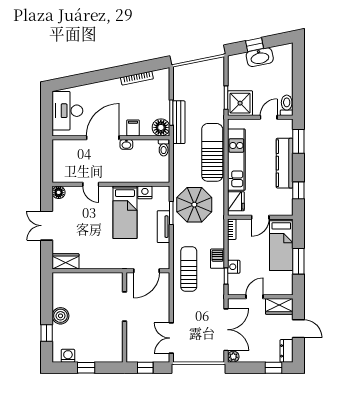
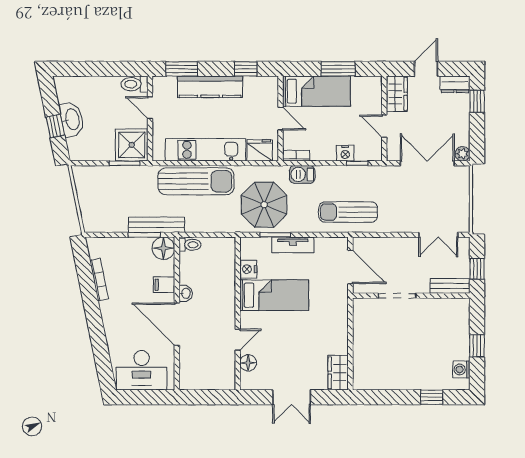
sun lounger: (212, 152) -> (196, 181), turned 180
floor lamp: (59, 192) -> (248, 363), moved
barbecue: (217, 259) -> (302, 174), moved
boiler: (61, 316) -> (409, 379), removed
bench: (132, 347) -> (450, 286), added

